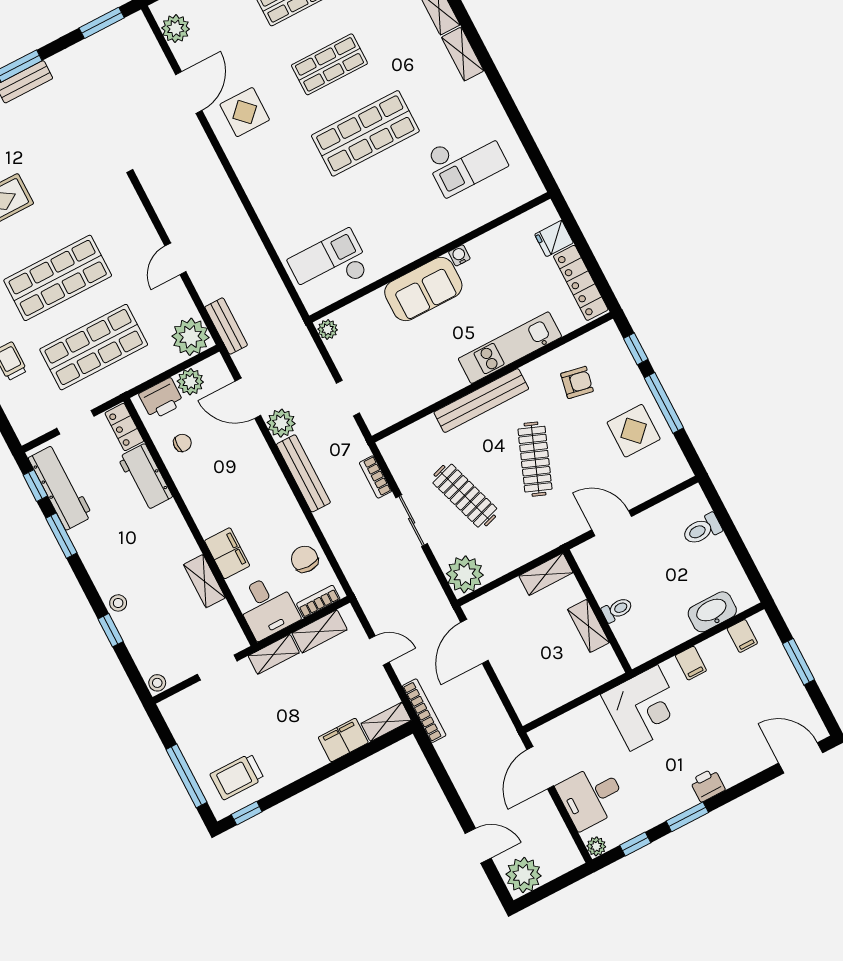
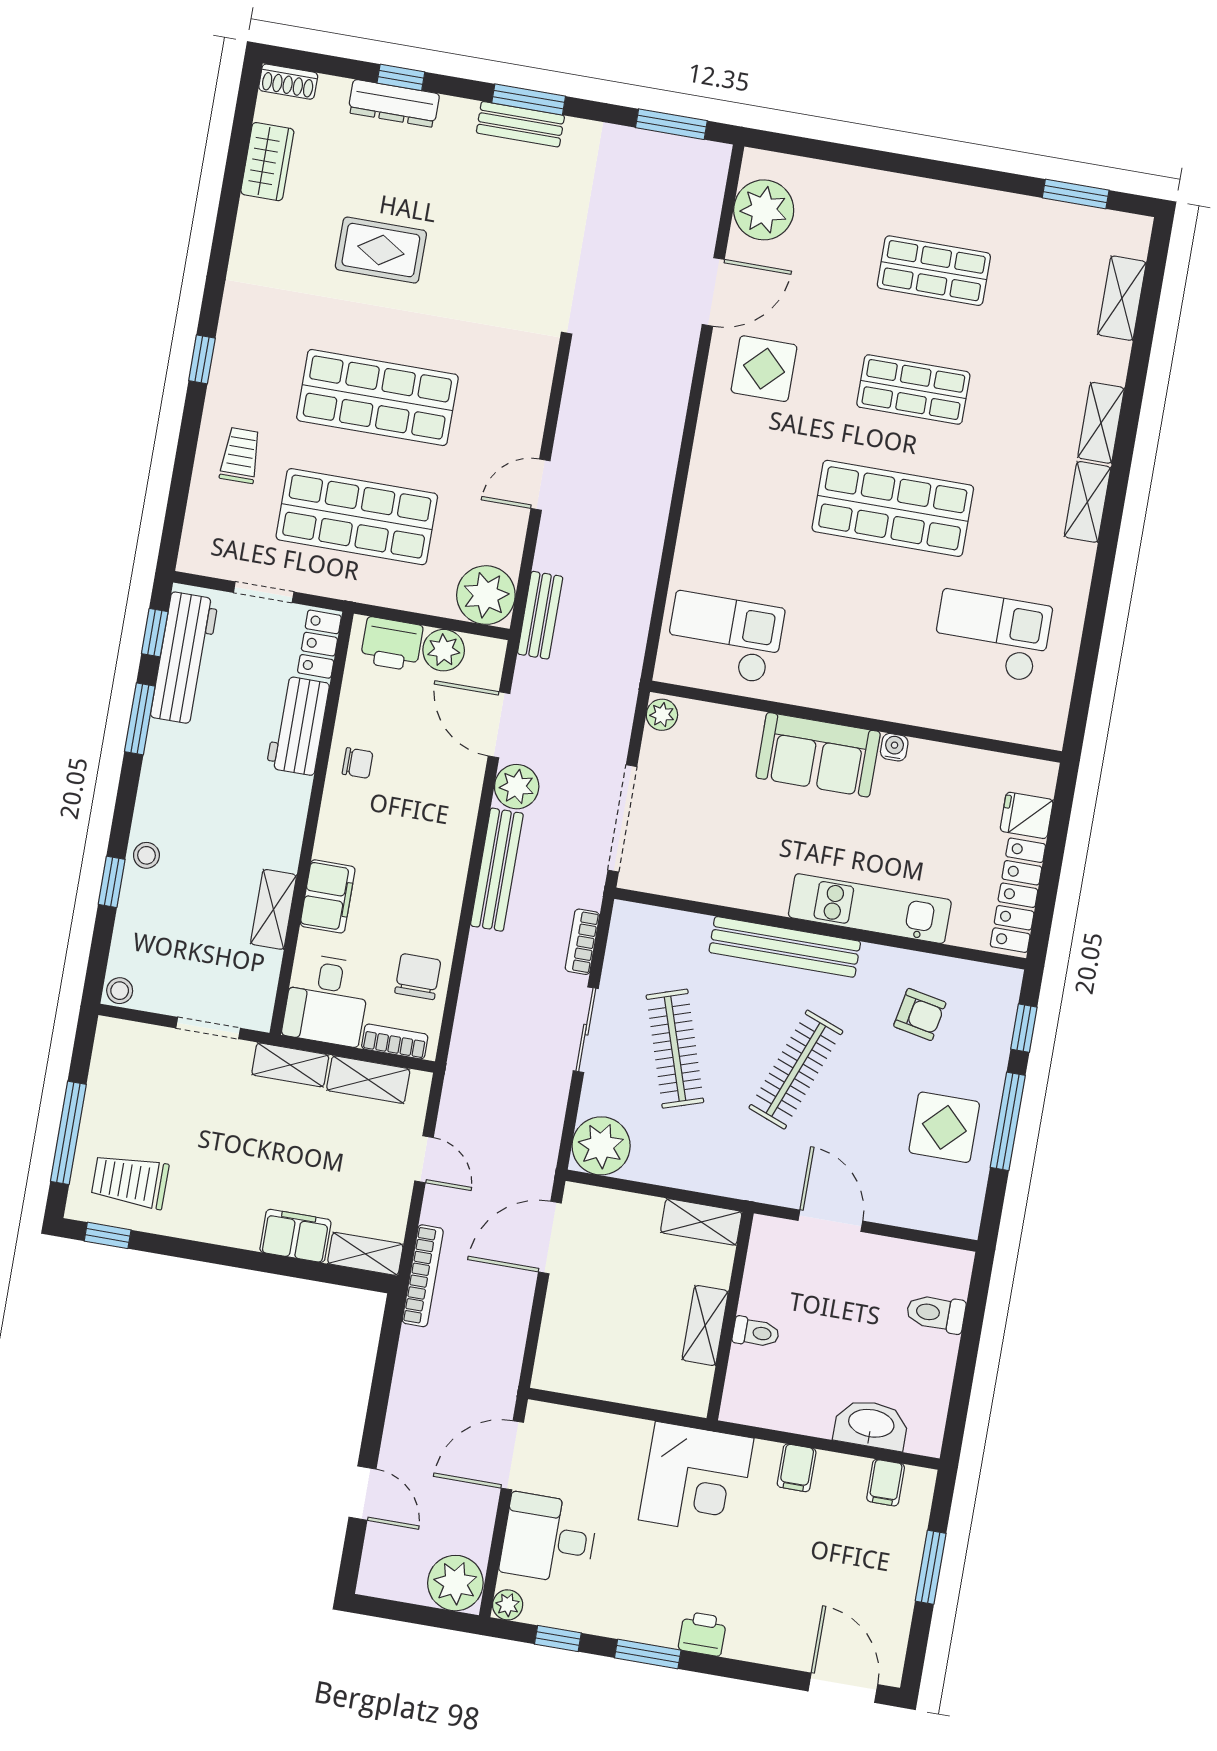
plant: (176, 29) -> (764, 210), width x1.36, depth x1.36
checkout: (466, 160) -> (992, 636), turned 180
doorway: (348, 398) -> (622, 818), width x1.88
chair: (182, 443) -> (358, 763), moved
plant: (524, 875) -> (455, 1583), moved

